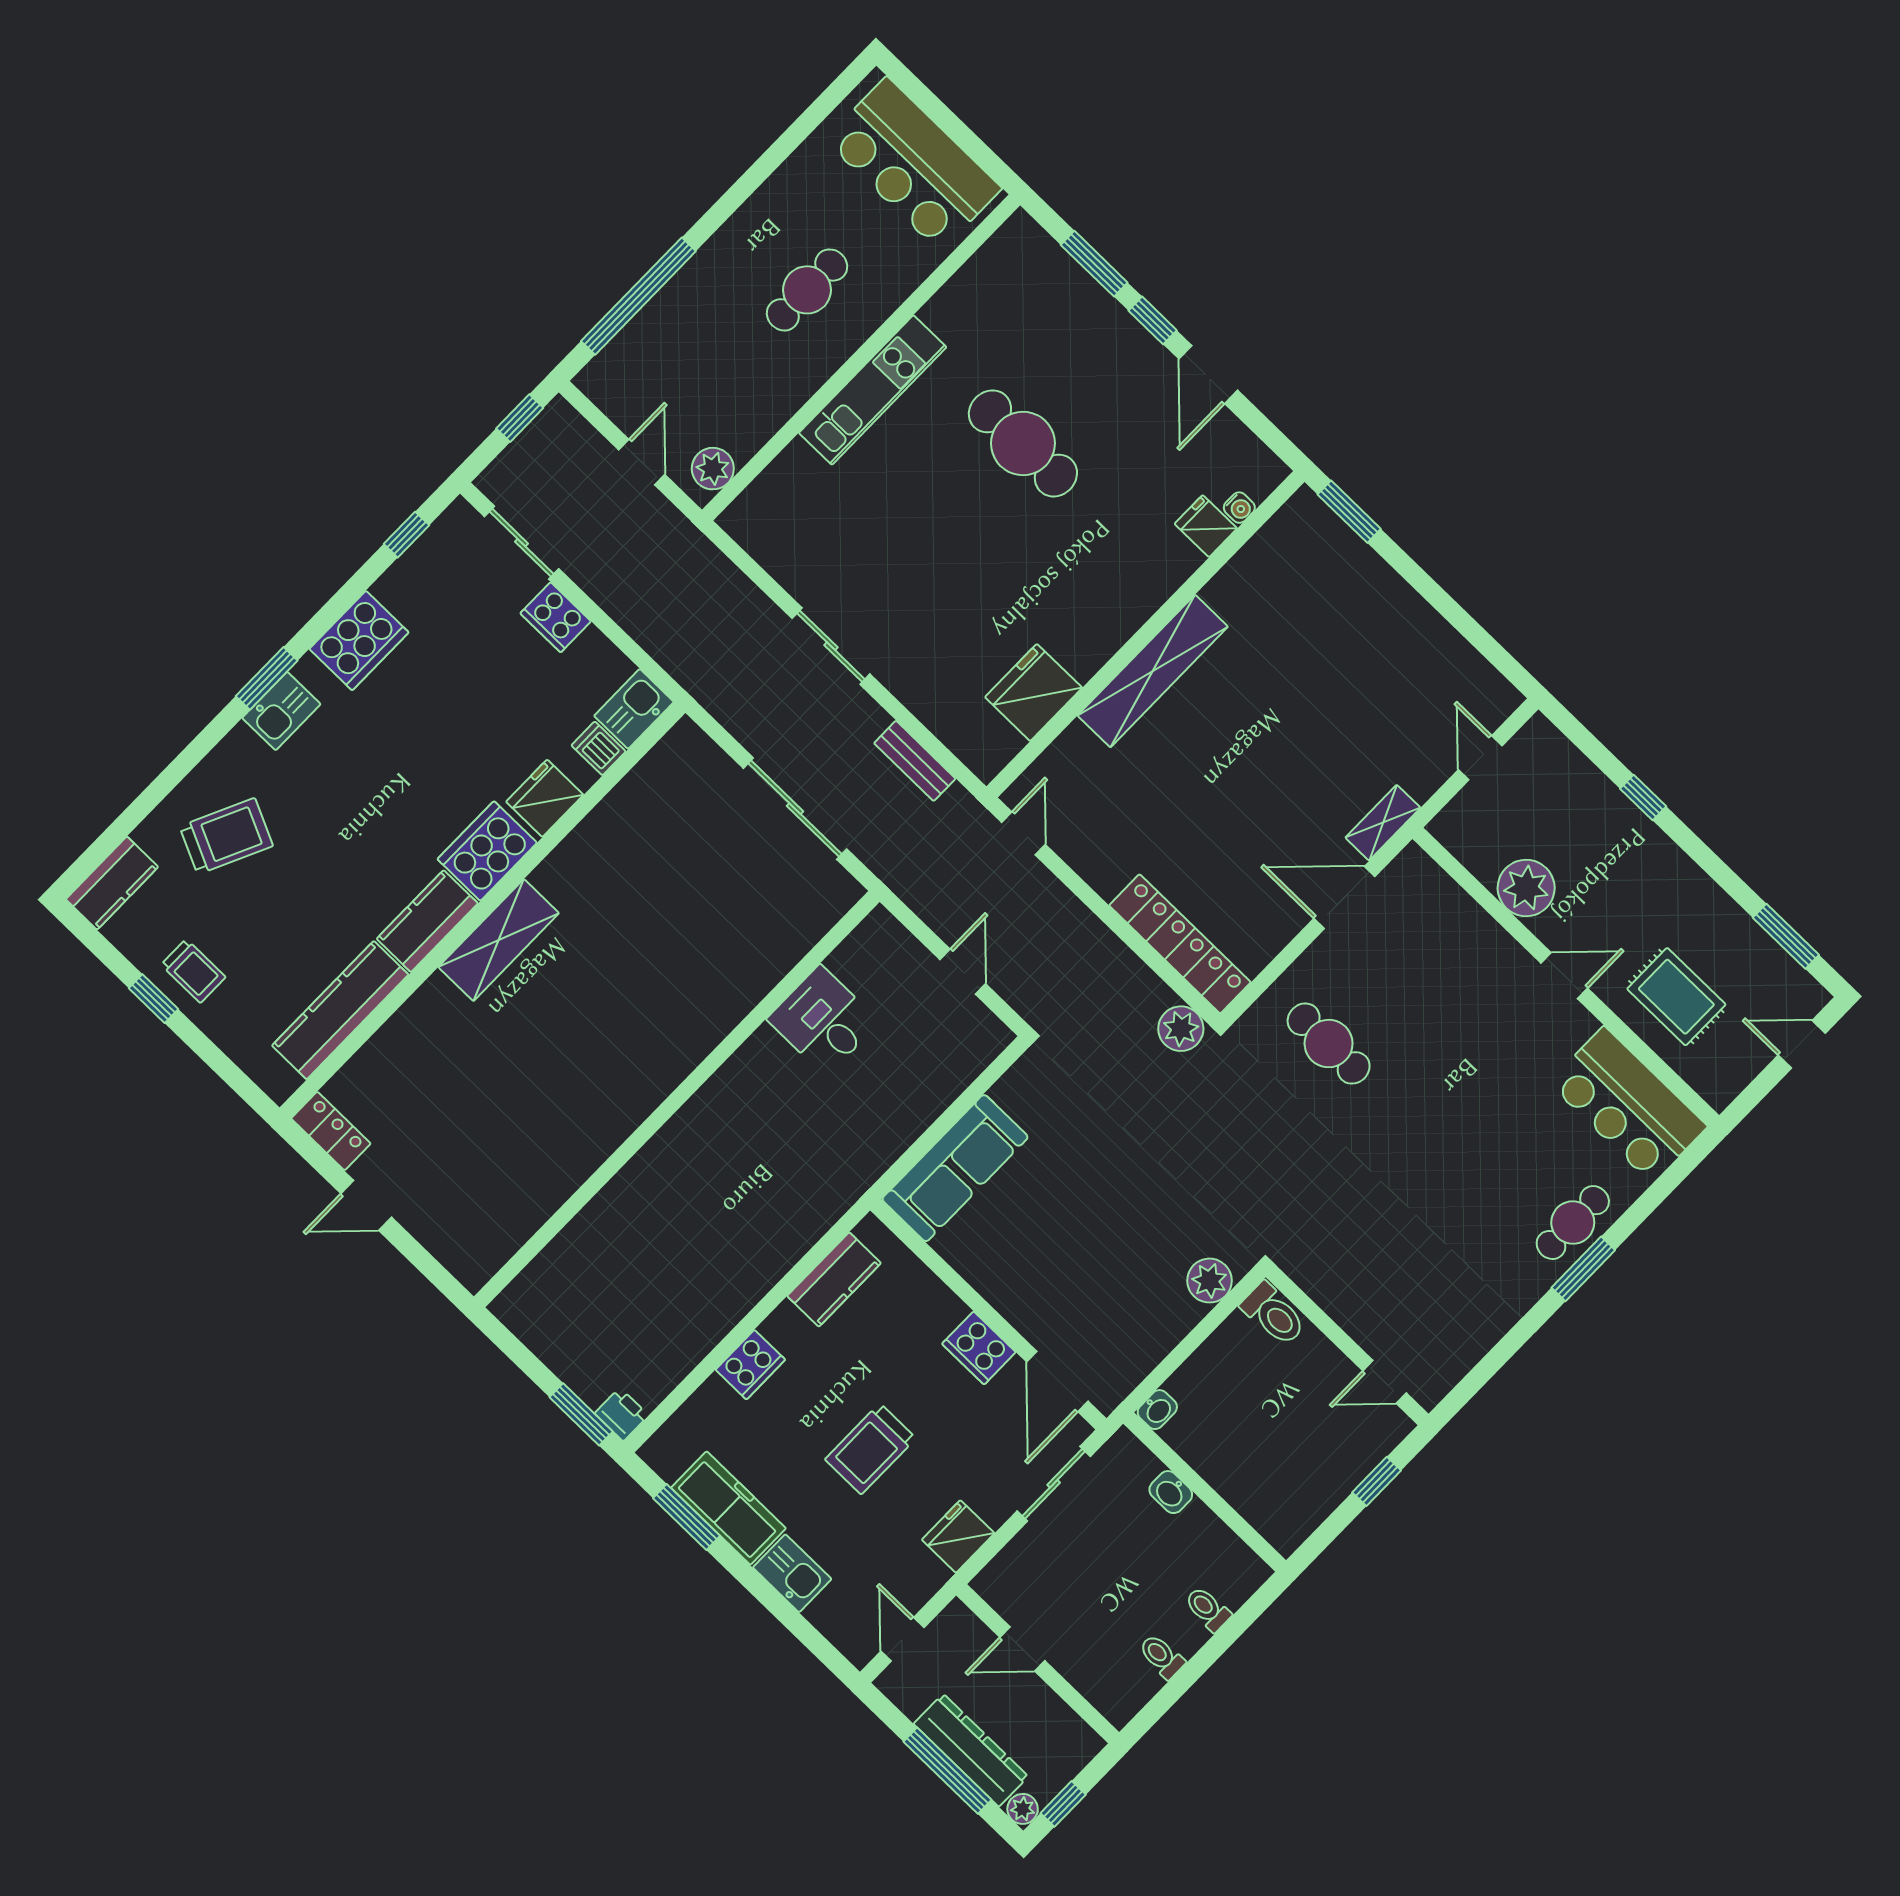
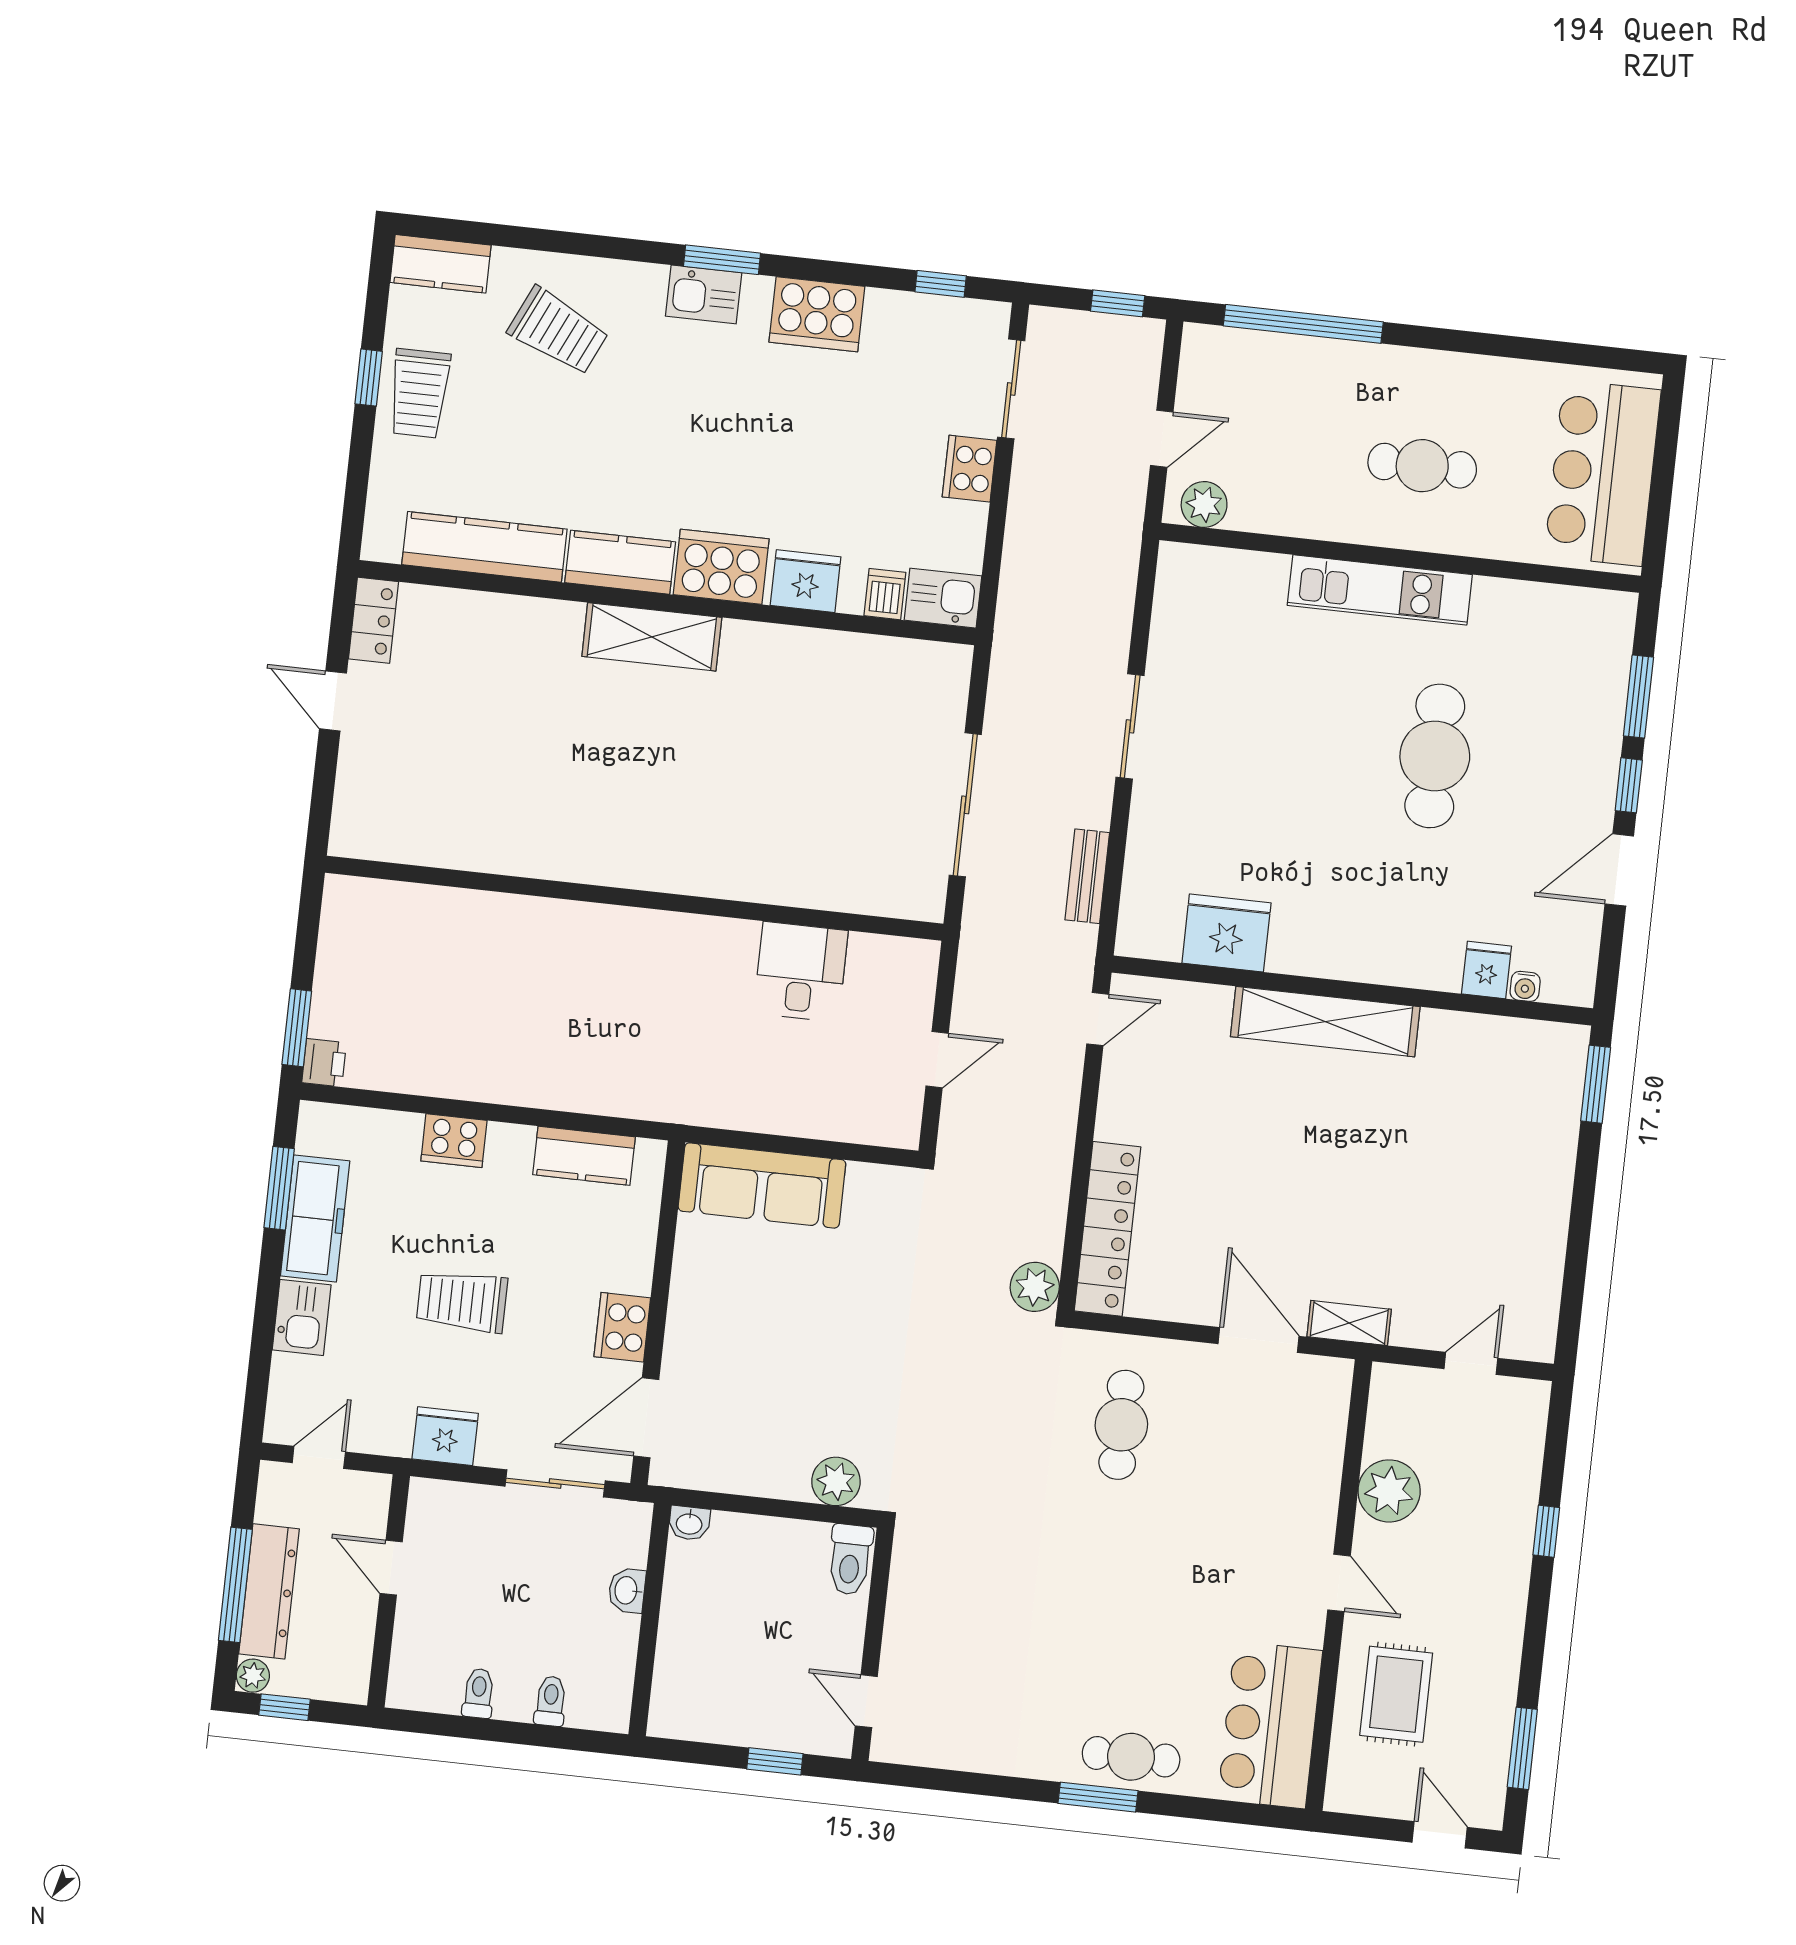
trolley: (193, 971) -> (419, 393), width x1.36, depth x1.39

